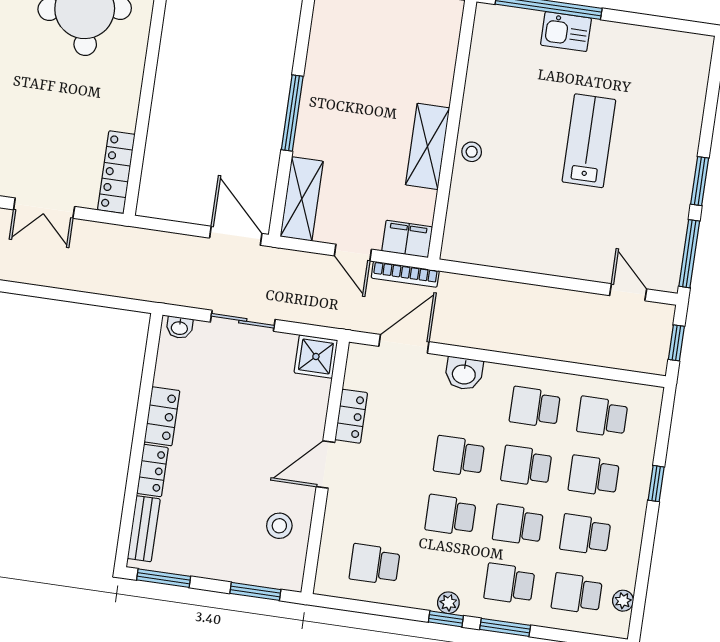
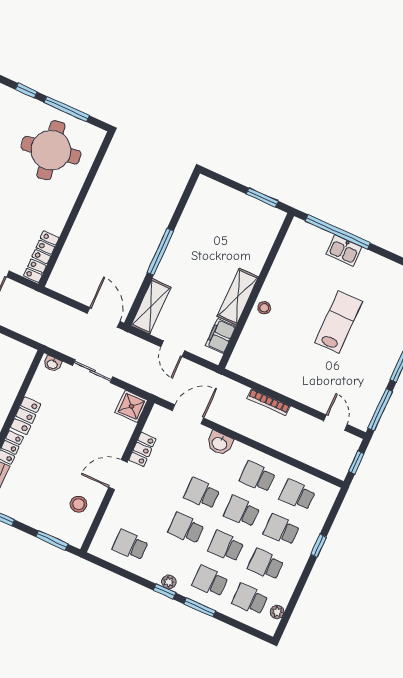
filing cabinet: (407, 239) -> (221, 336), moved, turned -90
bookcase: (405, 274) -> (269, 402), moved

